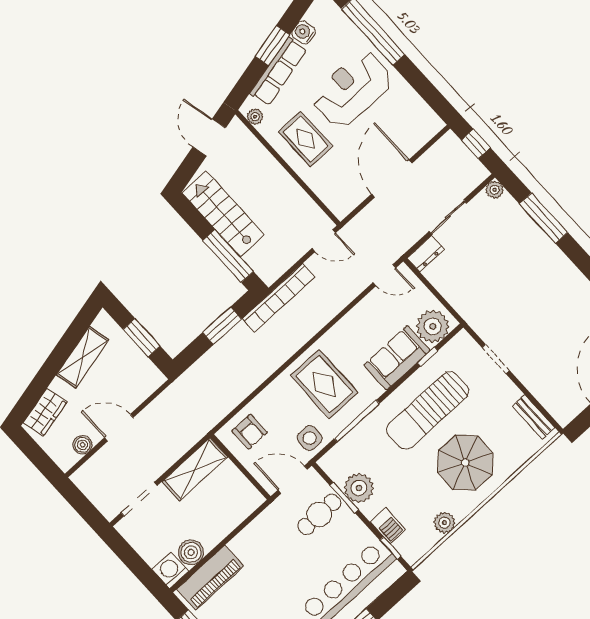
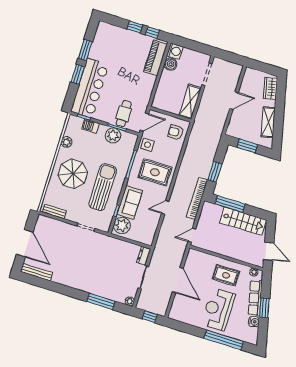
reception desk: (352, 89) -> (218, 309), turned 180
door: (384, 275) -> (165, 207), moved
boiler: (83, 445) -> (246, 84), removed

